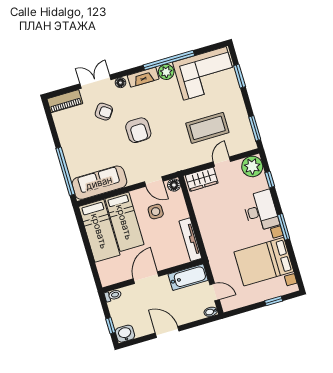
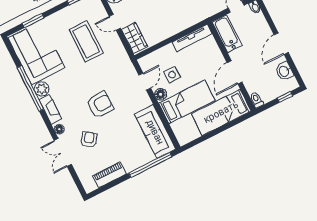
piano: (65, 101) -> (109, 175), moved, turned -90
floor lamp: (174, 185) -> (161, 94), moved
bed: (99, 231) -> (221, 112), moved, turned 180
door: (146, 278) -> (235, 72), hinge flipped
washbasin: (125, 334) -> (284, 71), moved

